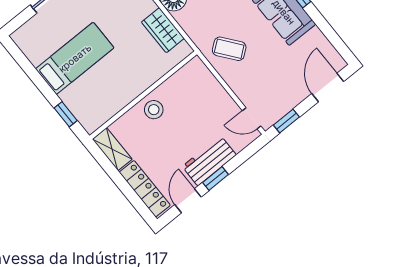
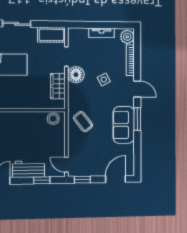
stool: (154, 110) -> (53, 119), moved
window: (215, 178) -> (42, 180), moved

